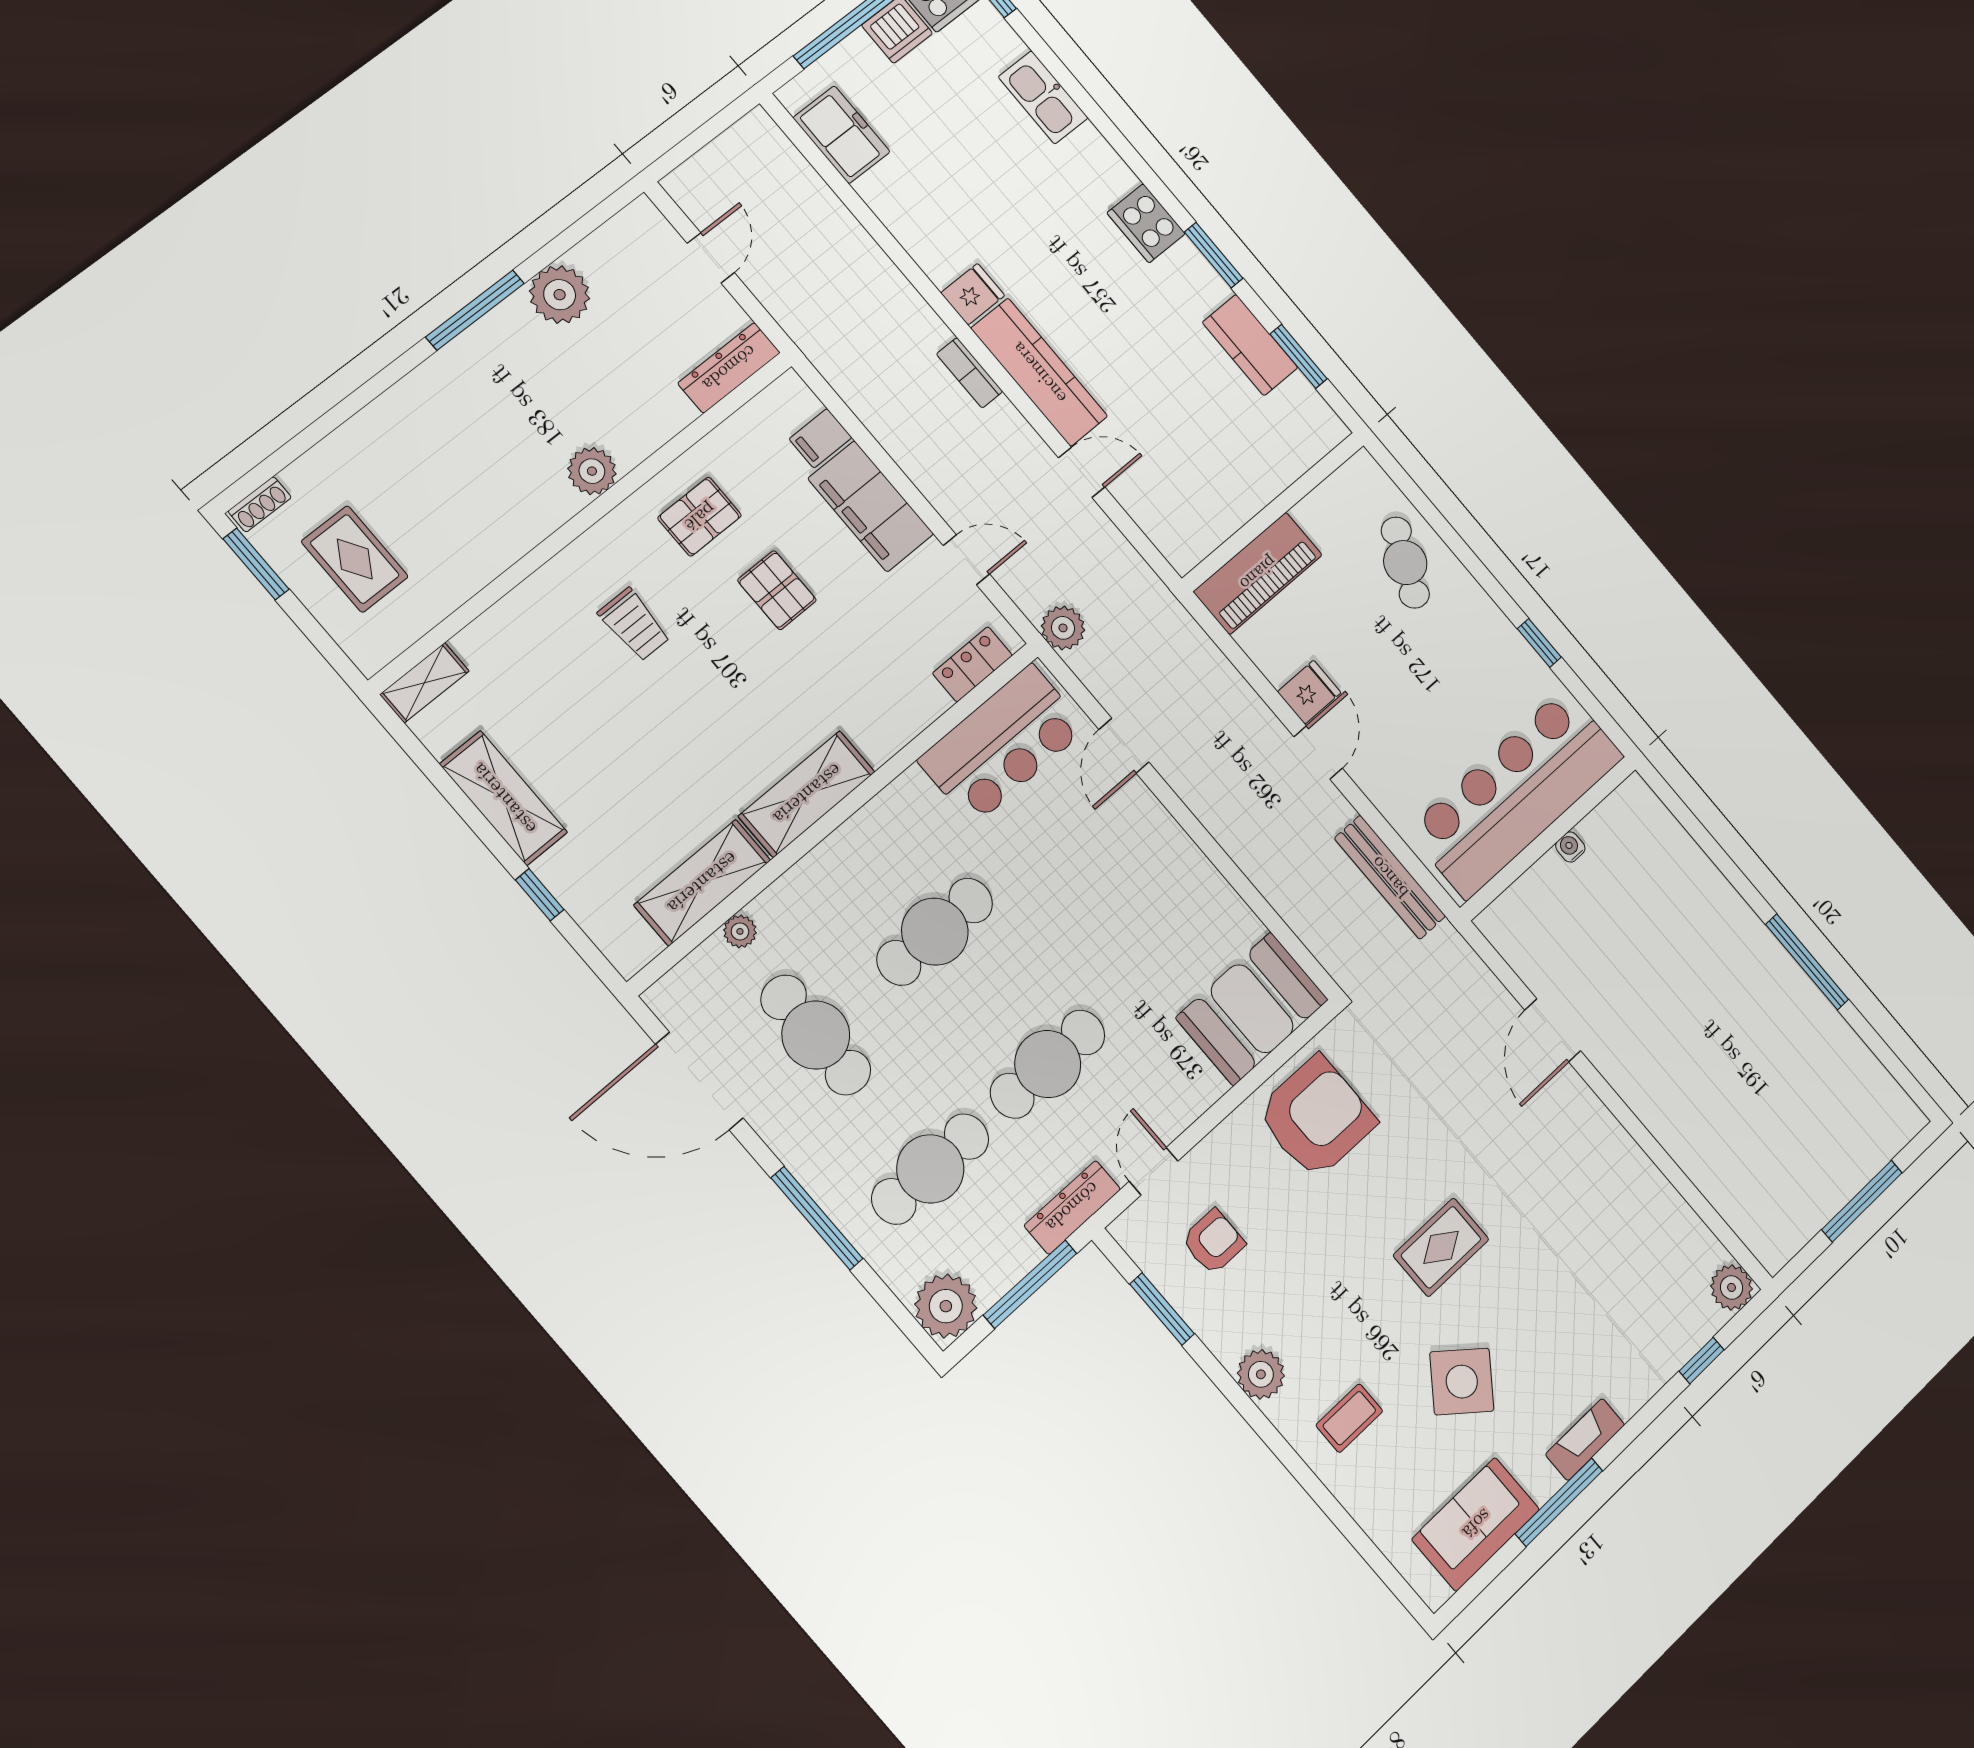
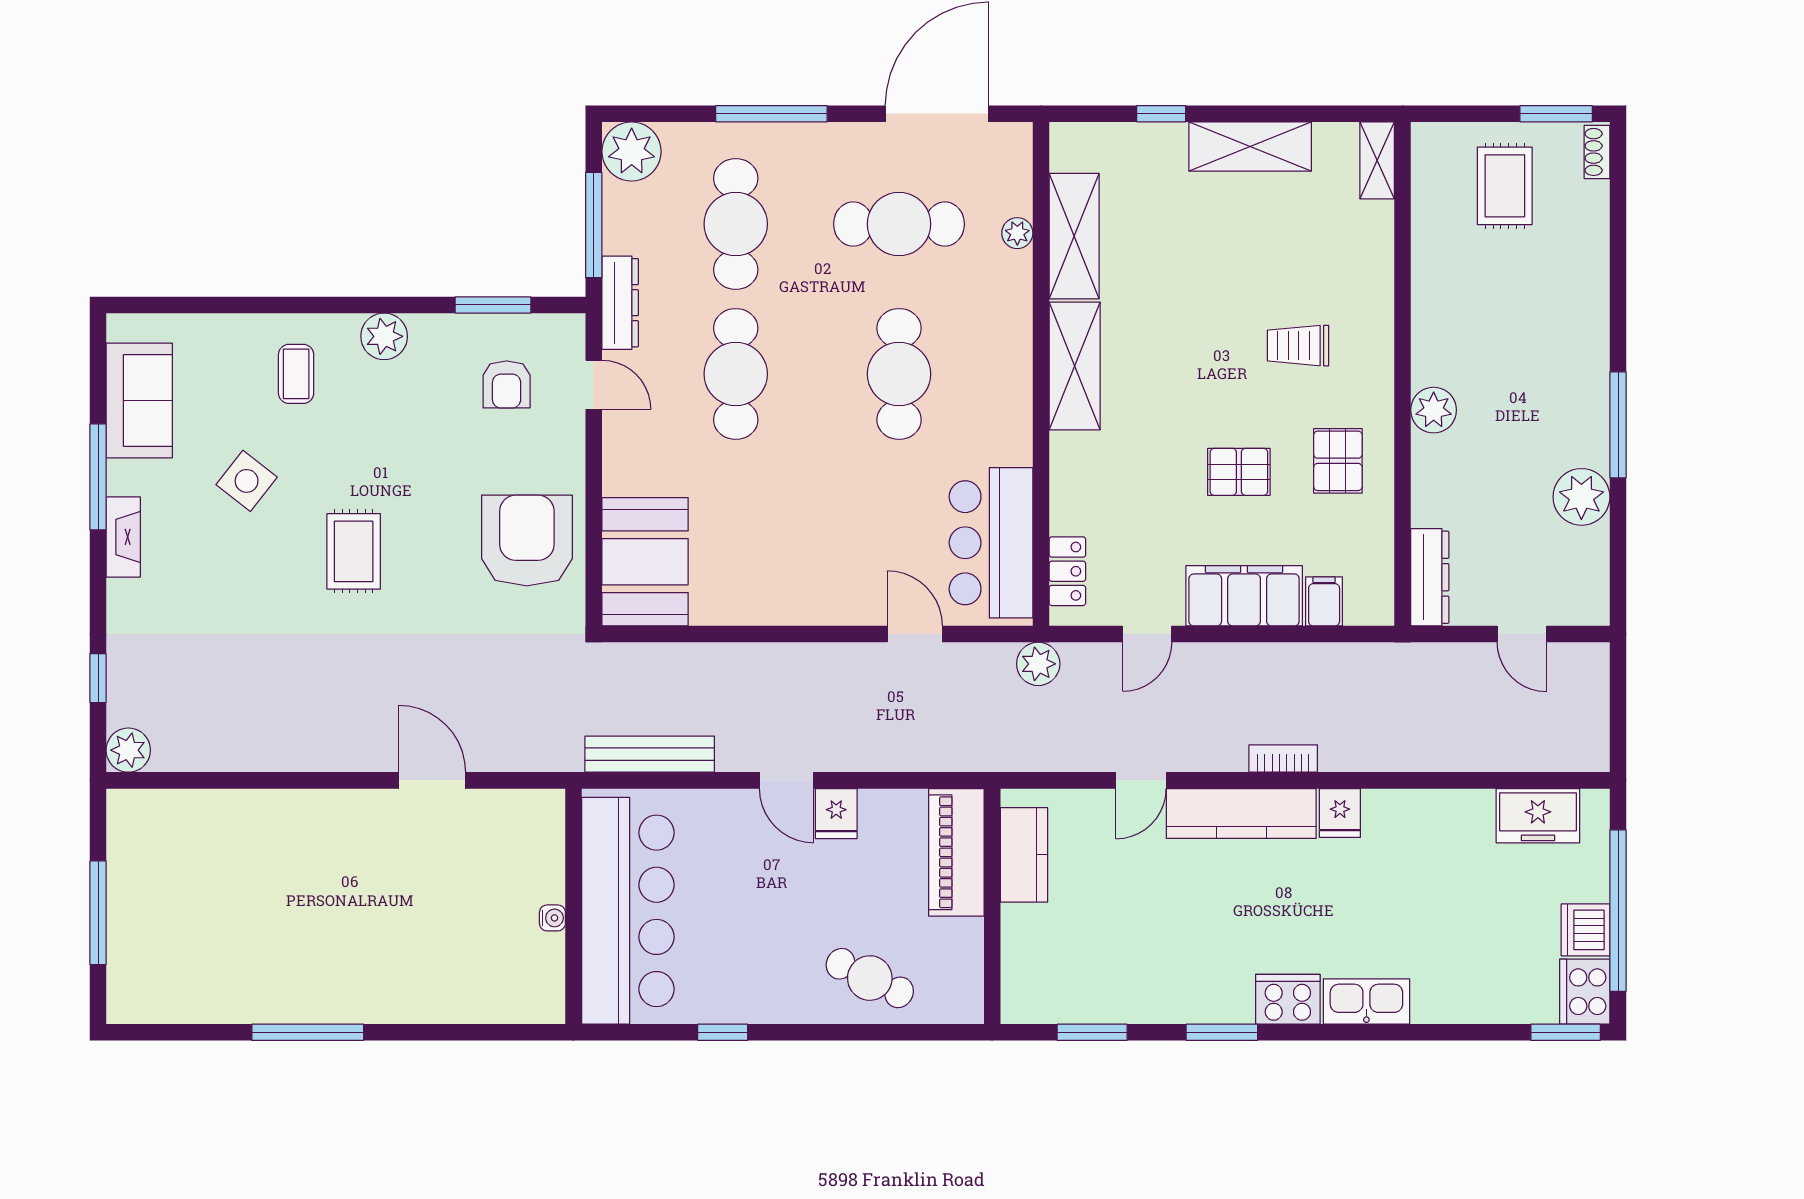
kitchen sink: (1043, 97) -> (1366, 1001), moved
kitchen counter: (1250, 345) -> (1024, 855), moved, turned 90
rug: (355, 559) -> (1505, 186), turned 90
armchair: (1316, 1117) -> (527, 540), turned 180
side table: (1462, 1382) -> (247, 481), width x0.73, depth x0.73

